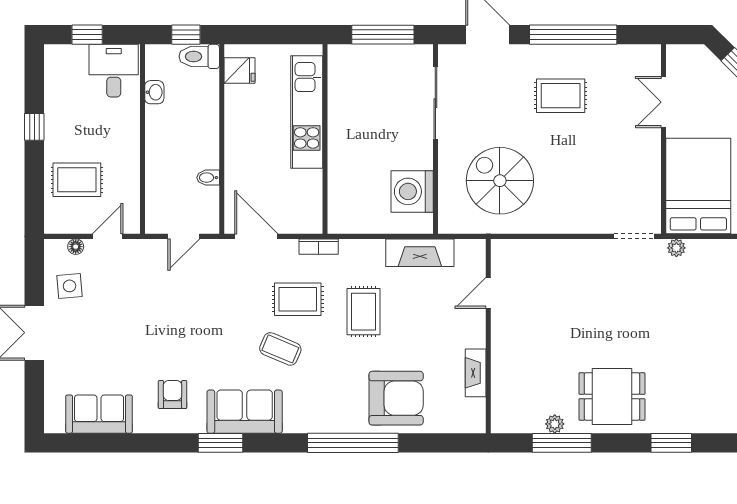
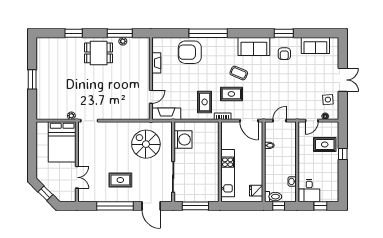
window: (34, 127) -> (343, 154), moved
spiral stairs: (500, 181) -> (146, 144), turned 180
fireplace: (420, 253) -> (166, 114), moved
rug: (363, 312) -> (205, 102), moved
window: (220, 443) -> (284, 33), moved

